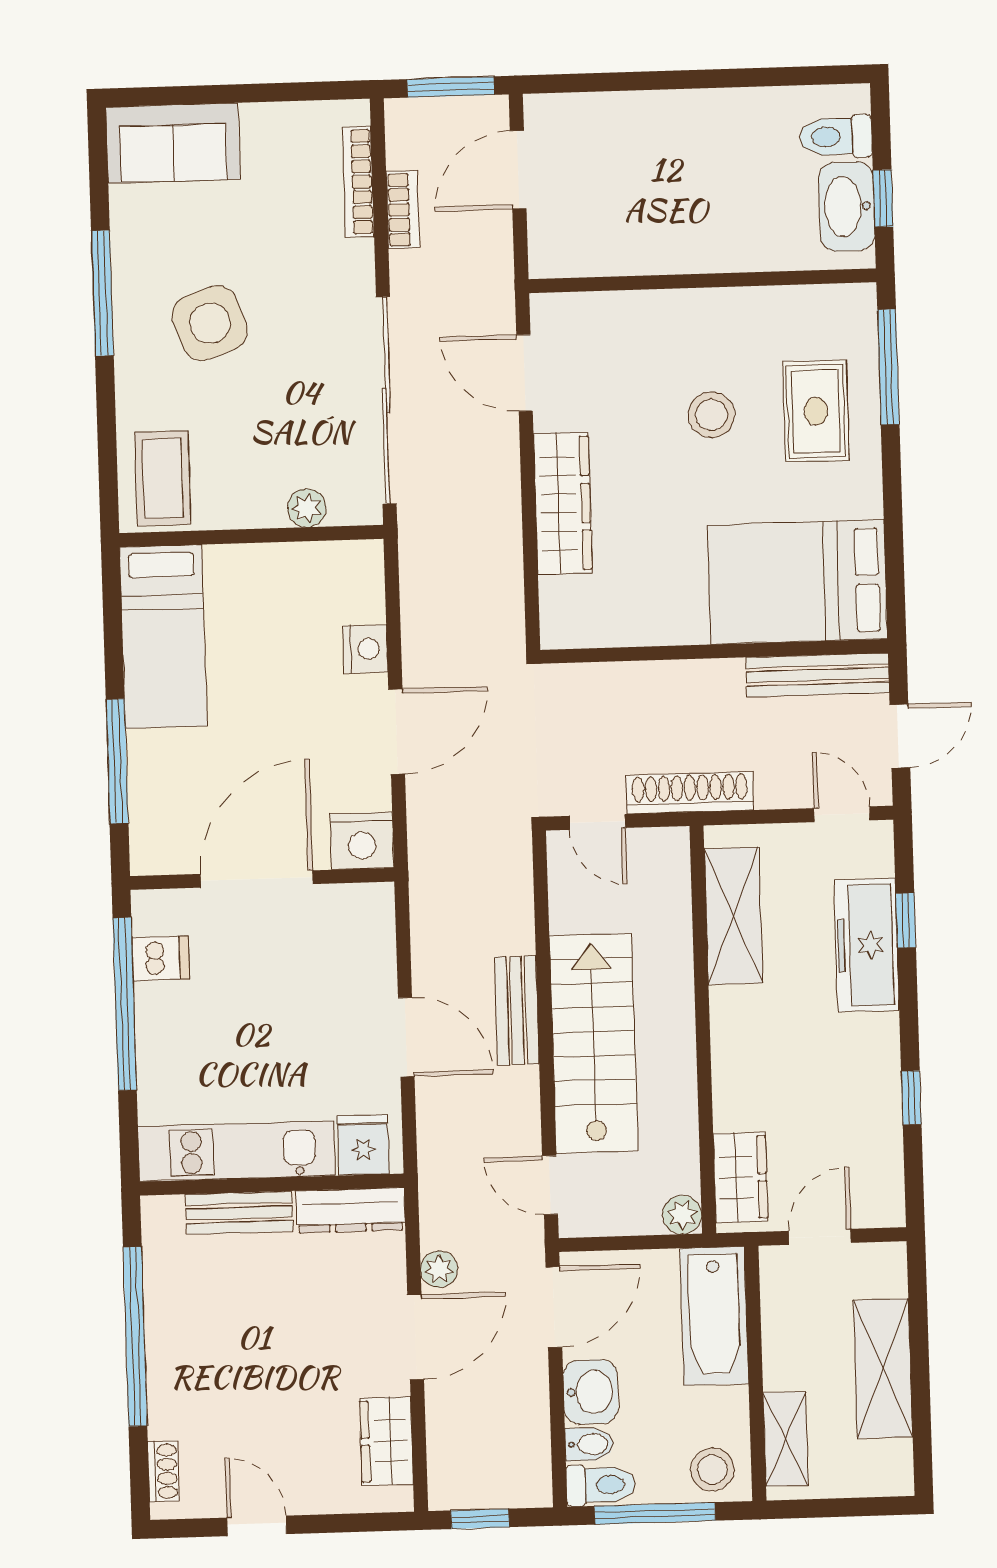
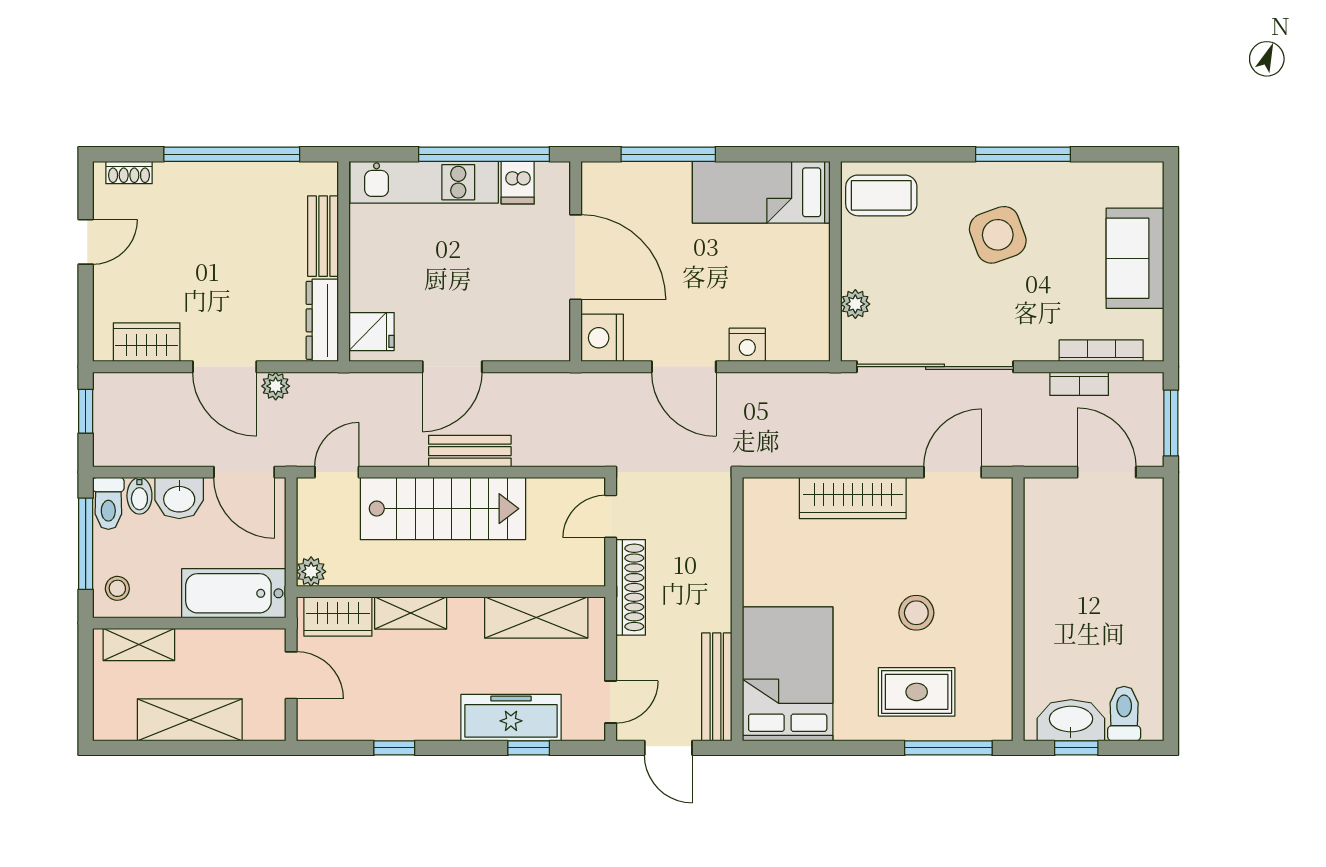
sofa: (173, 143) -> (1135, 258), moved
shelving: (733, 1082) -> (411, 613), added
kitchen unit: (237, 1151) -> (424, 182), moved, turned 90
stool: (712, 1470) -> (117, 588), width x0.73, depth x0.73

